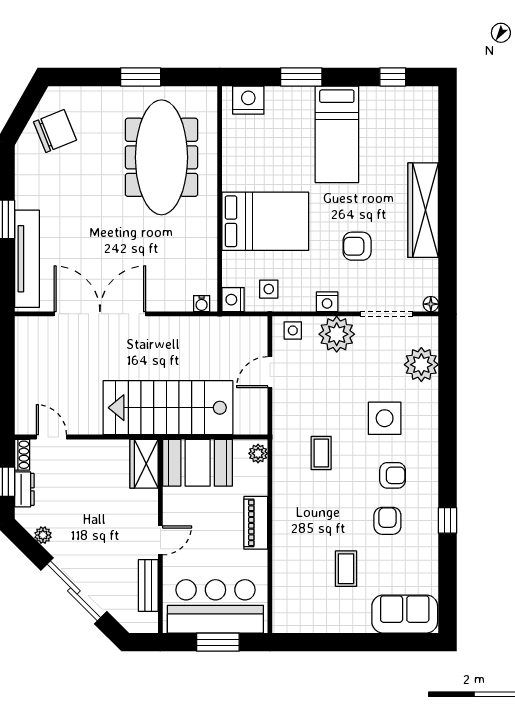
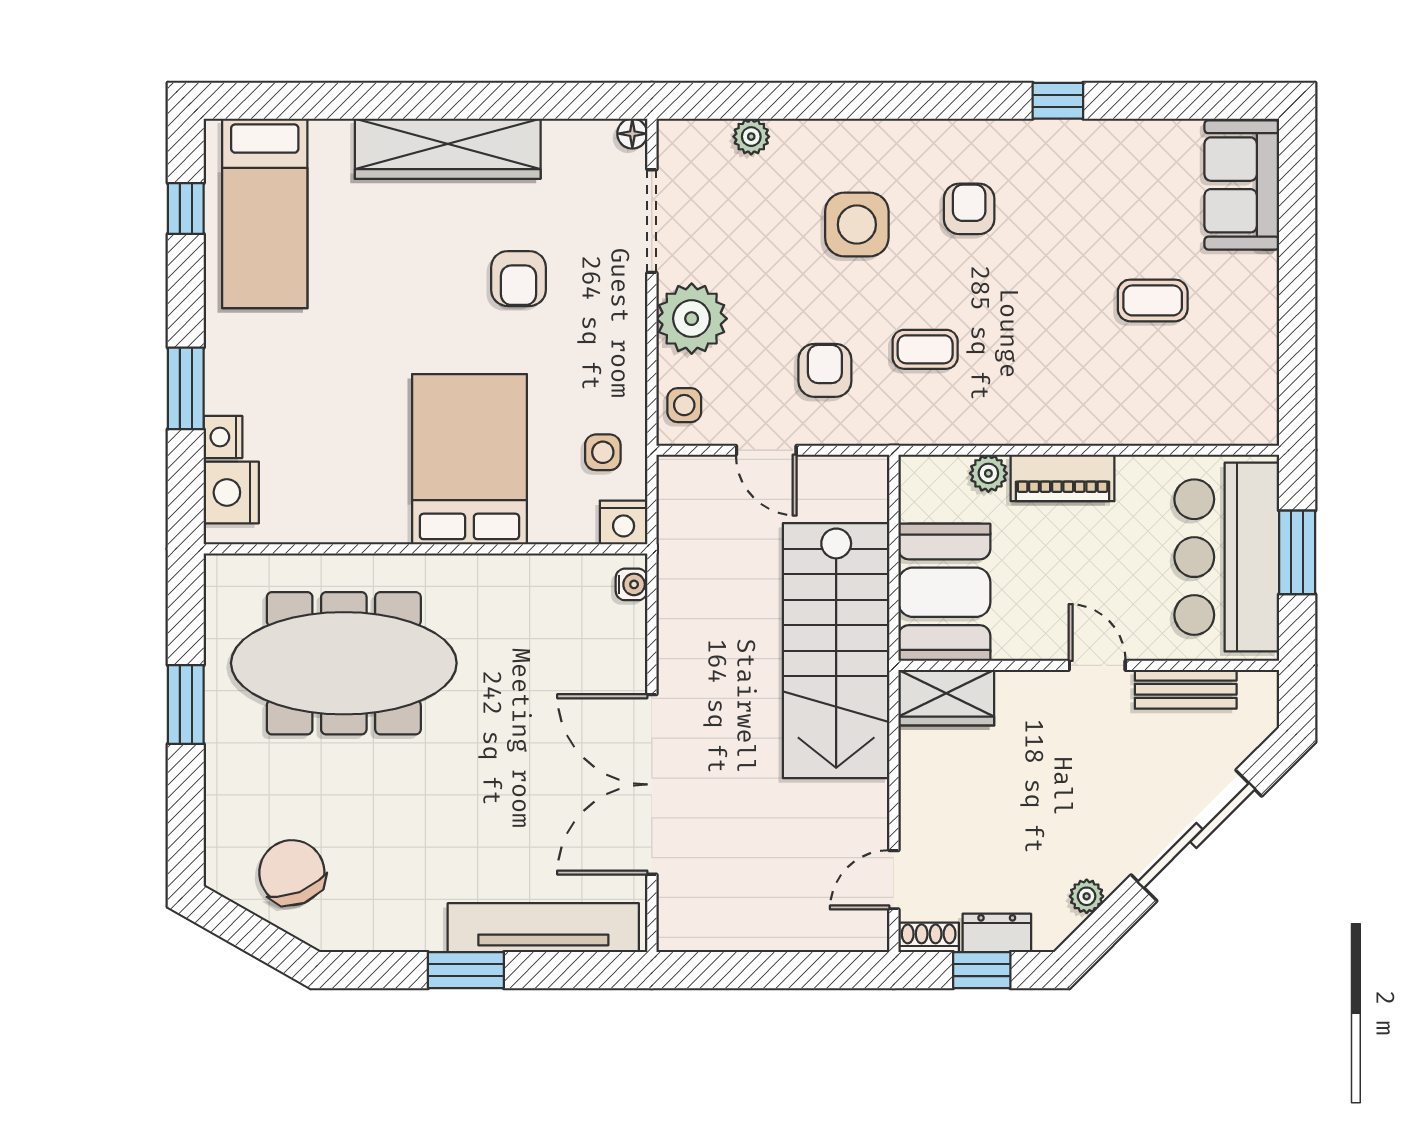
bed: (337, 134) -> (265, 213), moved, turned 90
nightstand: (327, 302) -> (223, 437), moved, turned 180
plant: (421, 365) -> (751, 137), width x0.53, depth x0.53
plant: (258, 453) -> (988, 473), moved
armchair: (387, 521) -> (825, 370), moved, turned 90

